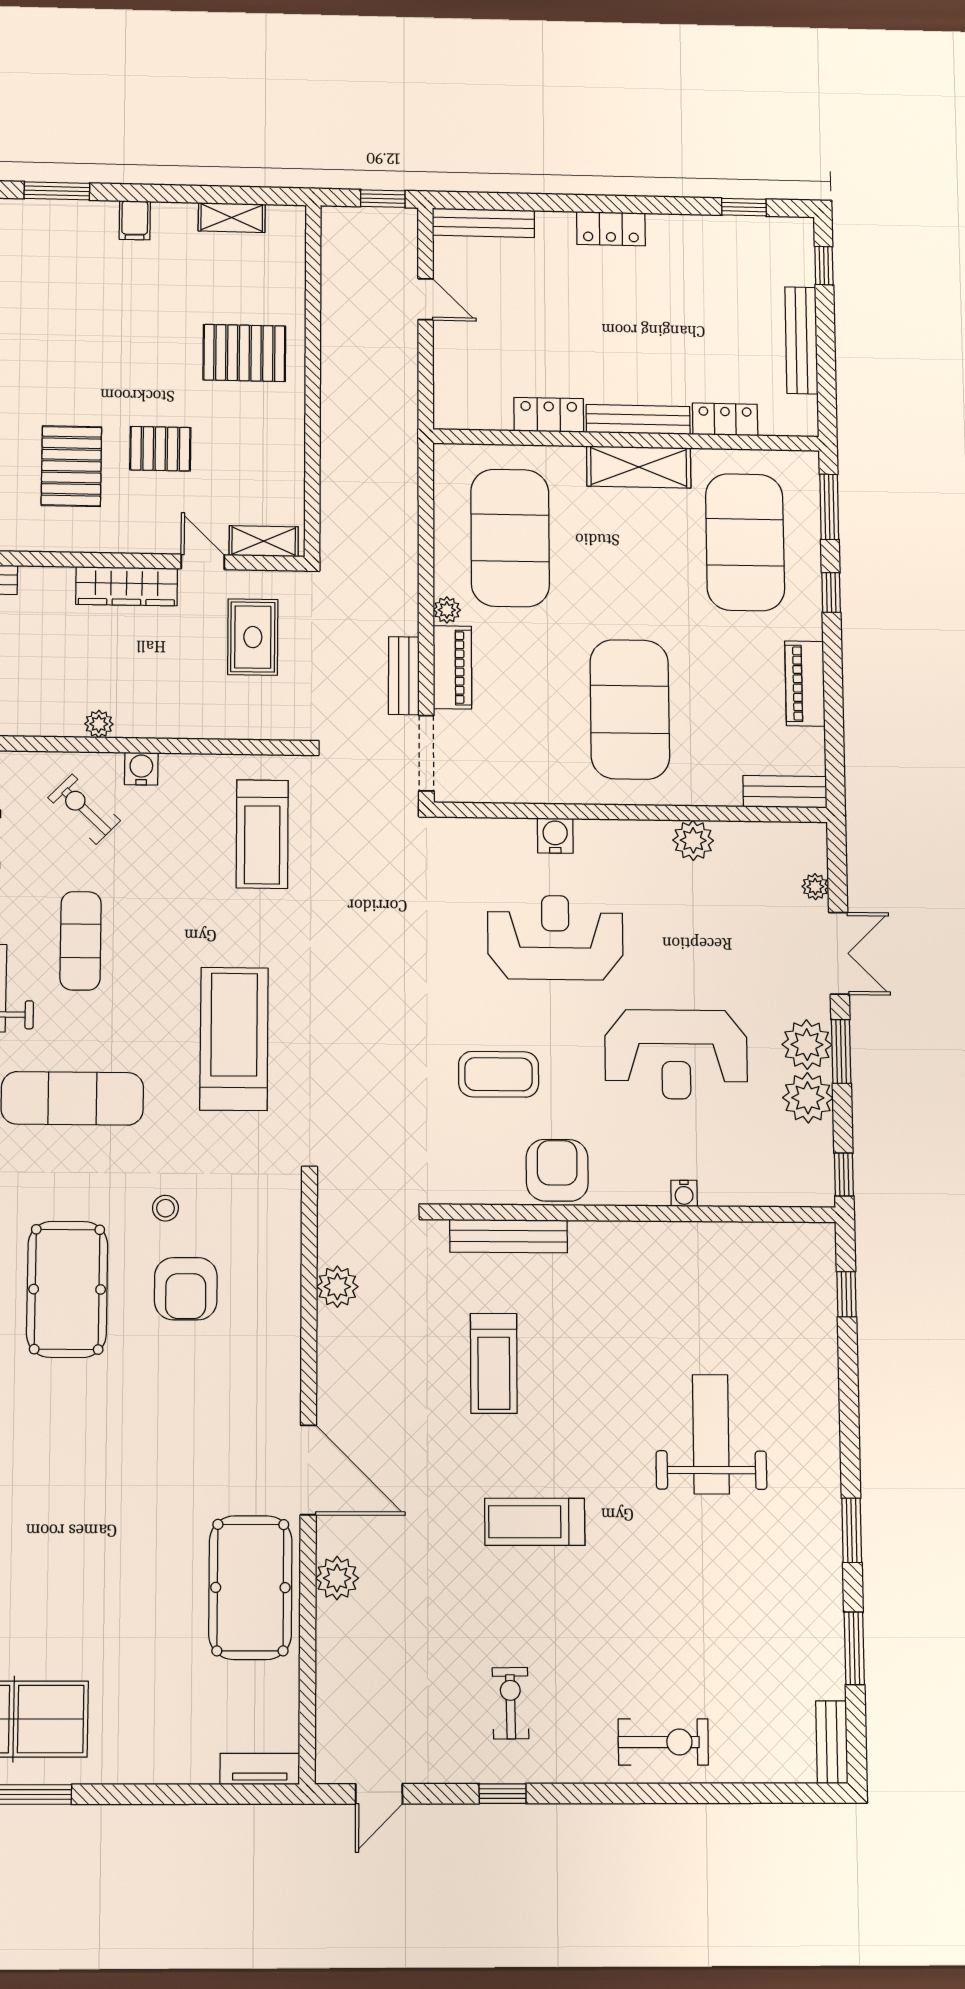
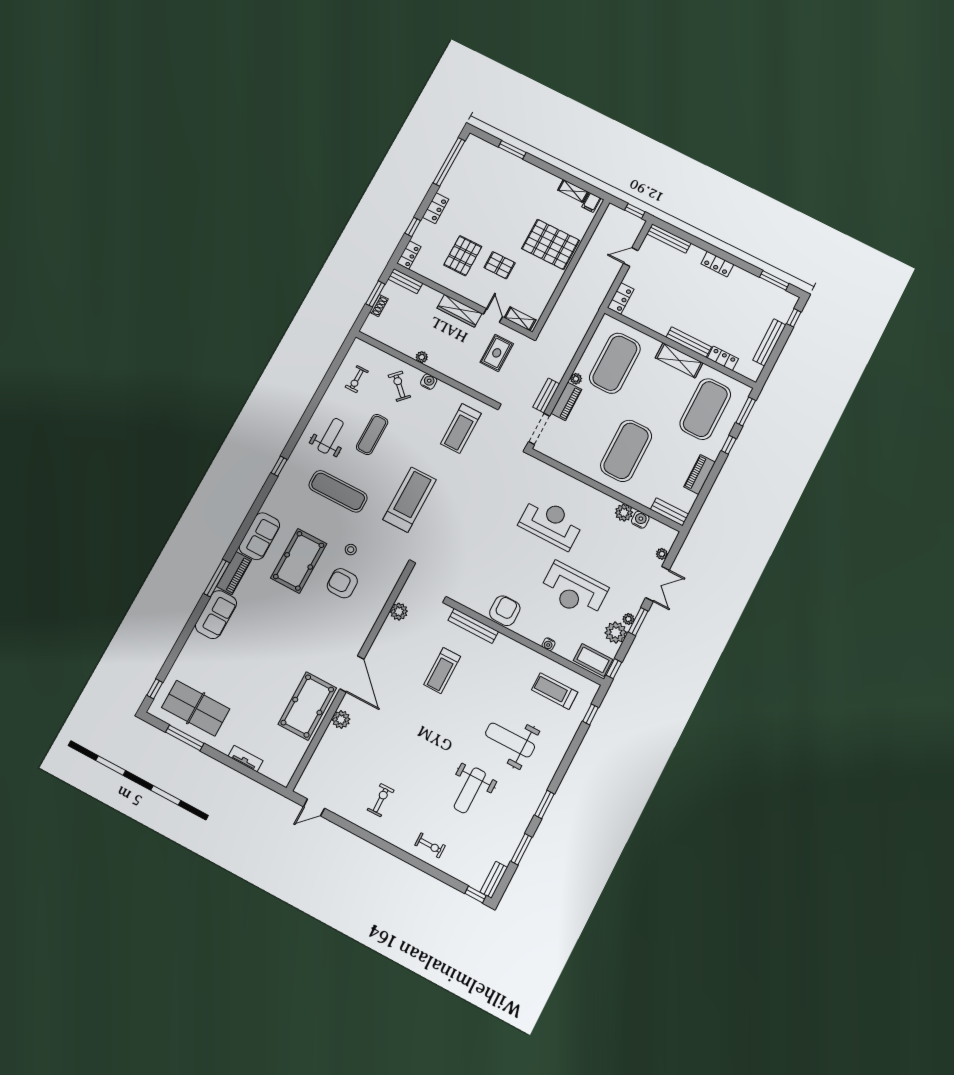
window: (744, 207) -> (774, 280), width x1.50
filing cabinet: (135, 220) -> (591, 203), moved
door: (426, 299) -> (631, 257), swing flipped
pallet: (244, 353) -> (551, 244), width x1.37, depth x1.41
locker: (549, 415) -> (621, 298), moved, turned 90
water cooler: (555, 836) -> (640, 520), moved
plant: (807, 1045) -> (628, 619), width x0.53, depth x0.53
coffee table: (499, 1074) -> (593, 660), moved
armchair: (186, 1289) -> (342, 583), turned 90
weight bench: (711, 1434) -> (510, 740), turned -90
treadmill: (535, 1522) -> (555, 691), moved
weight bench: (684, 1583) -> (470, 790), added
exercise bike: (663, 1742) -> (430, 845), width x0.73, depth x0.72
tv unit: (260, 1769) -> (245, 759), moved
window: (503, 1794) -> (475, 894), moved

